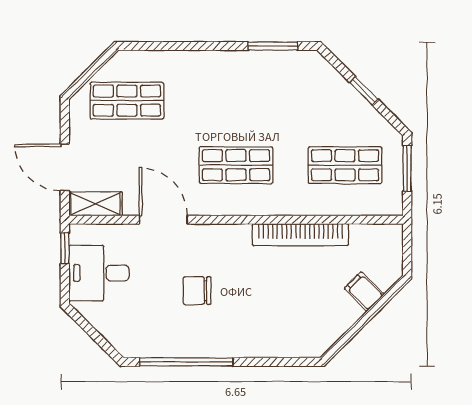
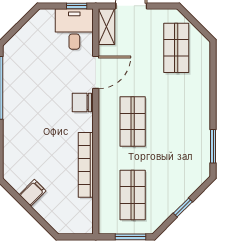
desk: (99, 273) -> (74, 29), moved
chair: (197, 291) -> (82, 102), moved, turned -90
filing cabinet: (364, 291) -> (32, 193), moved

